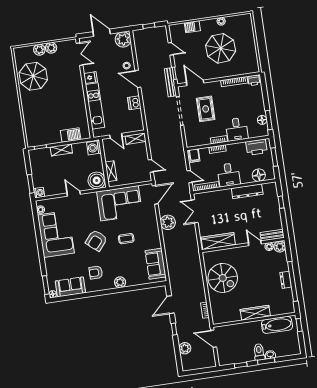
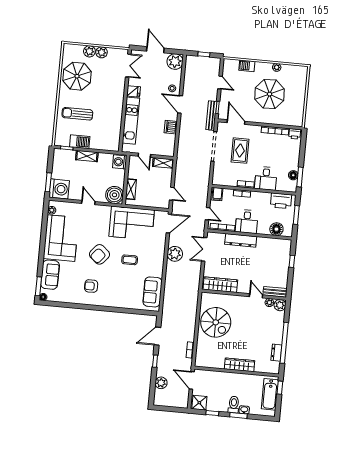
sun lounger: (42, 112) -> (77, 114), added
barbecue: (71, 135) -> (80, 142), moved
dresser: (247, 191) -> (241, 240), moved
washing machine: (39, 193) -> (59, 189), width x1.89, depth x1.89
dresser: (286, 280) -> (276, 353), moved
plant: (120, 282) -> (113, 302), removed
sofa: (70, 287) -> (50, 275), moved, turned 90
bathtub: (277, 325) -> (270, 394), moved, turned 90
shower: (226, 358) -> (199, 403), added

